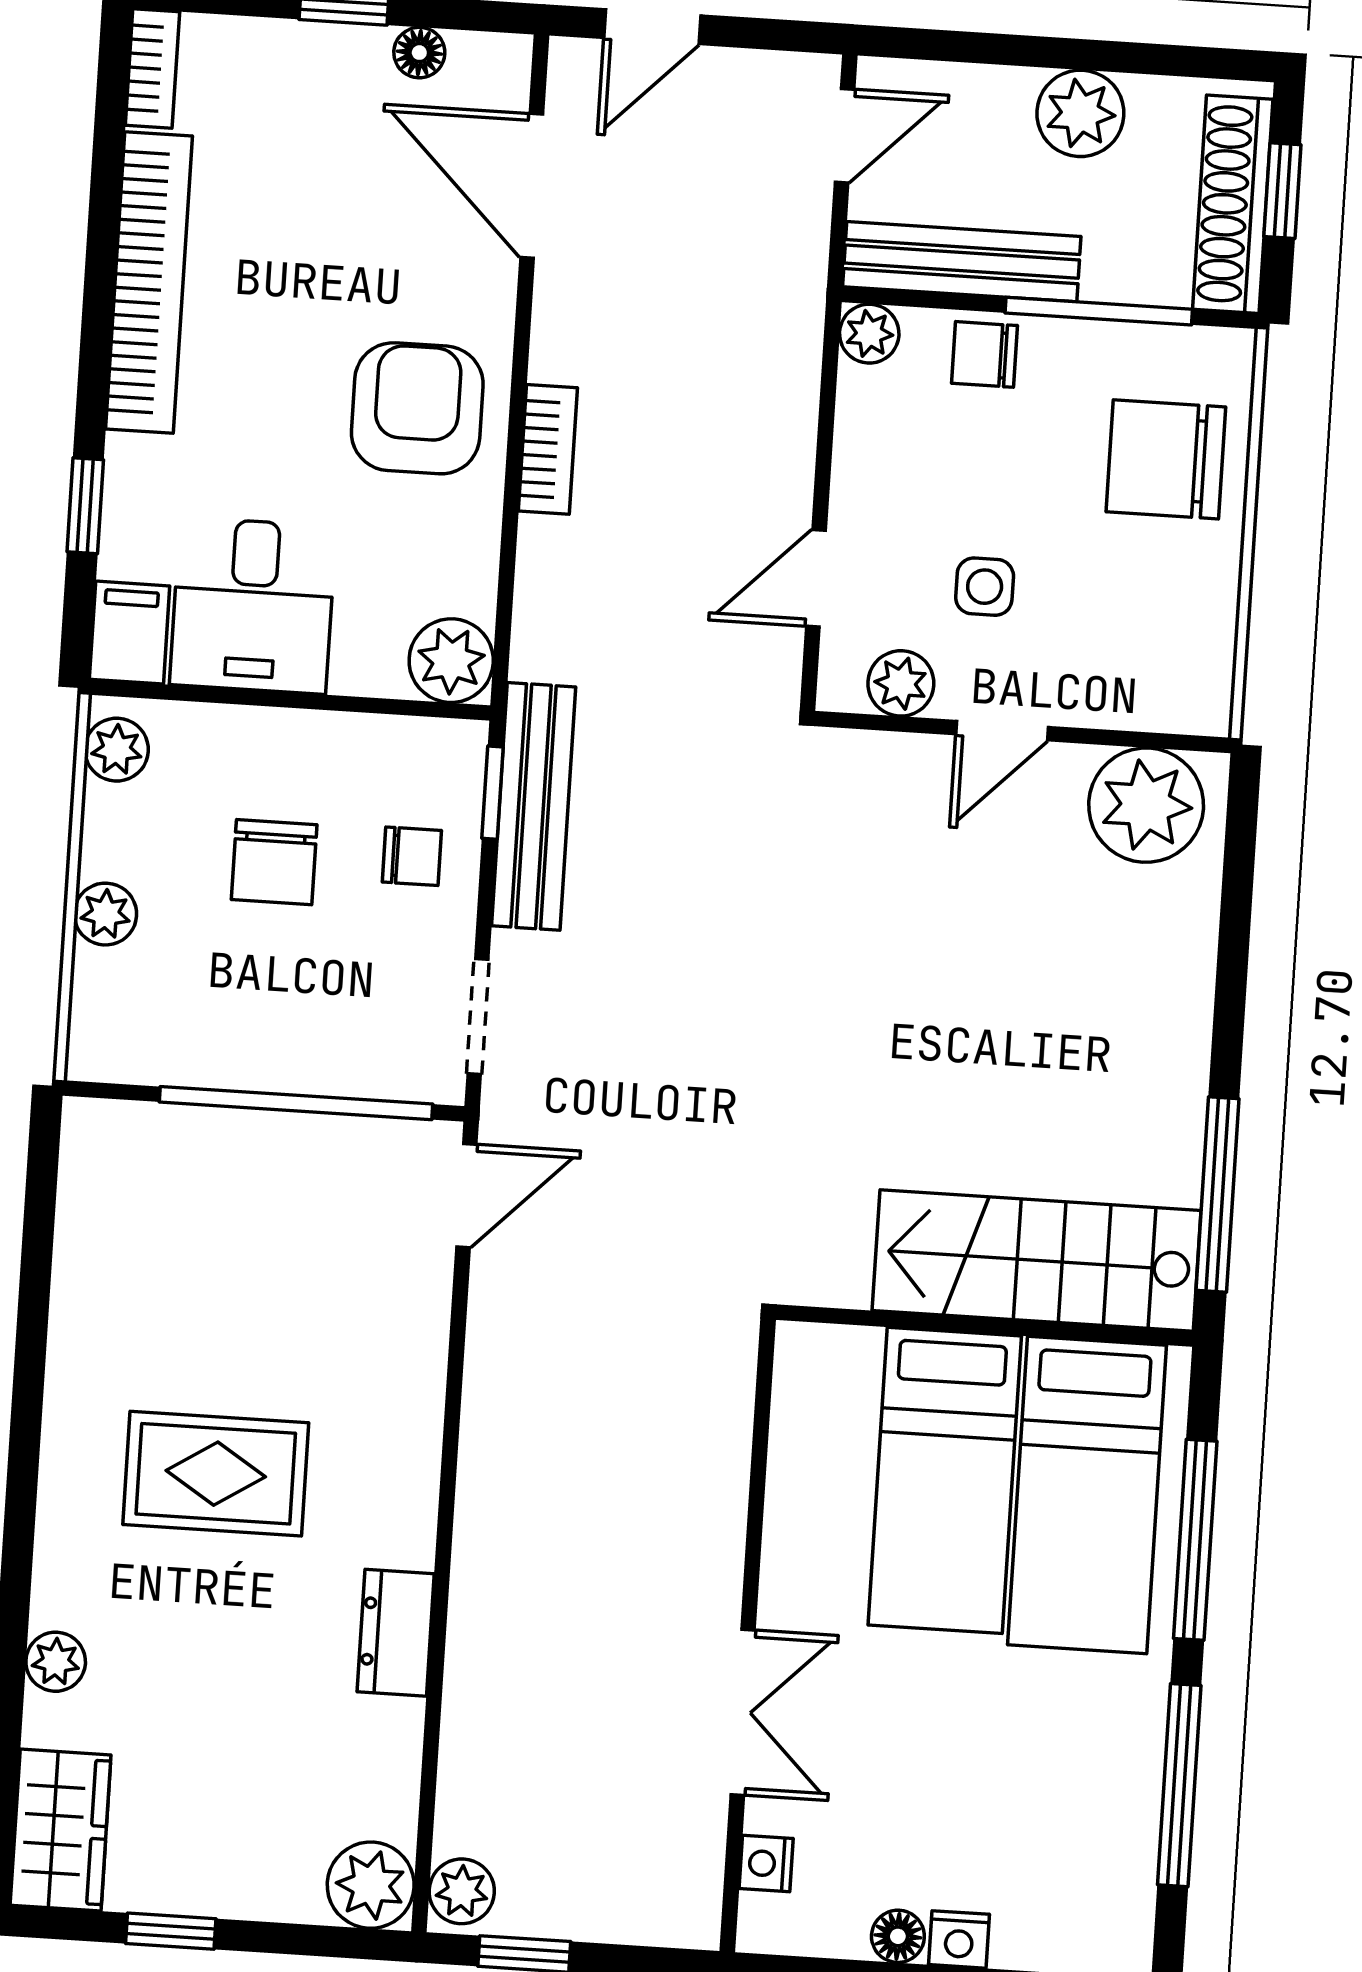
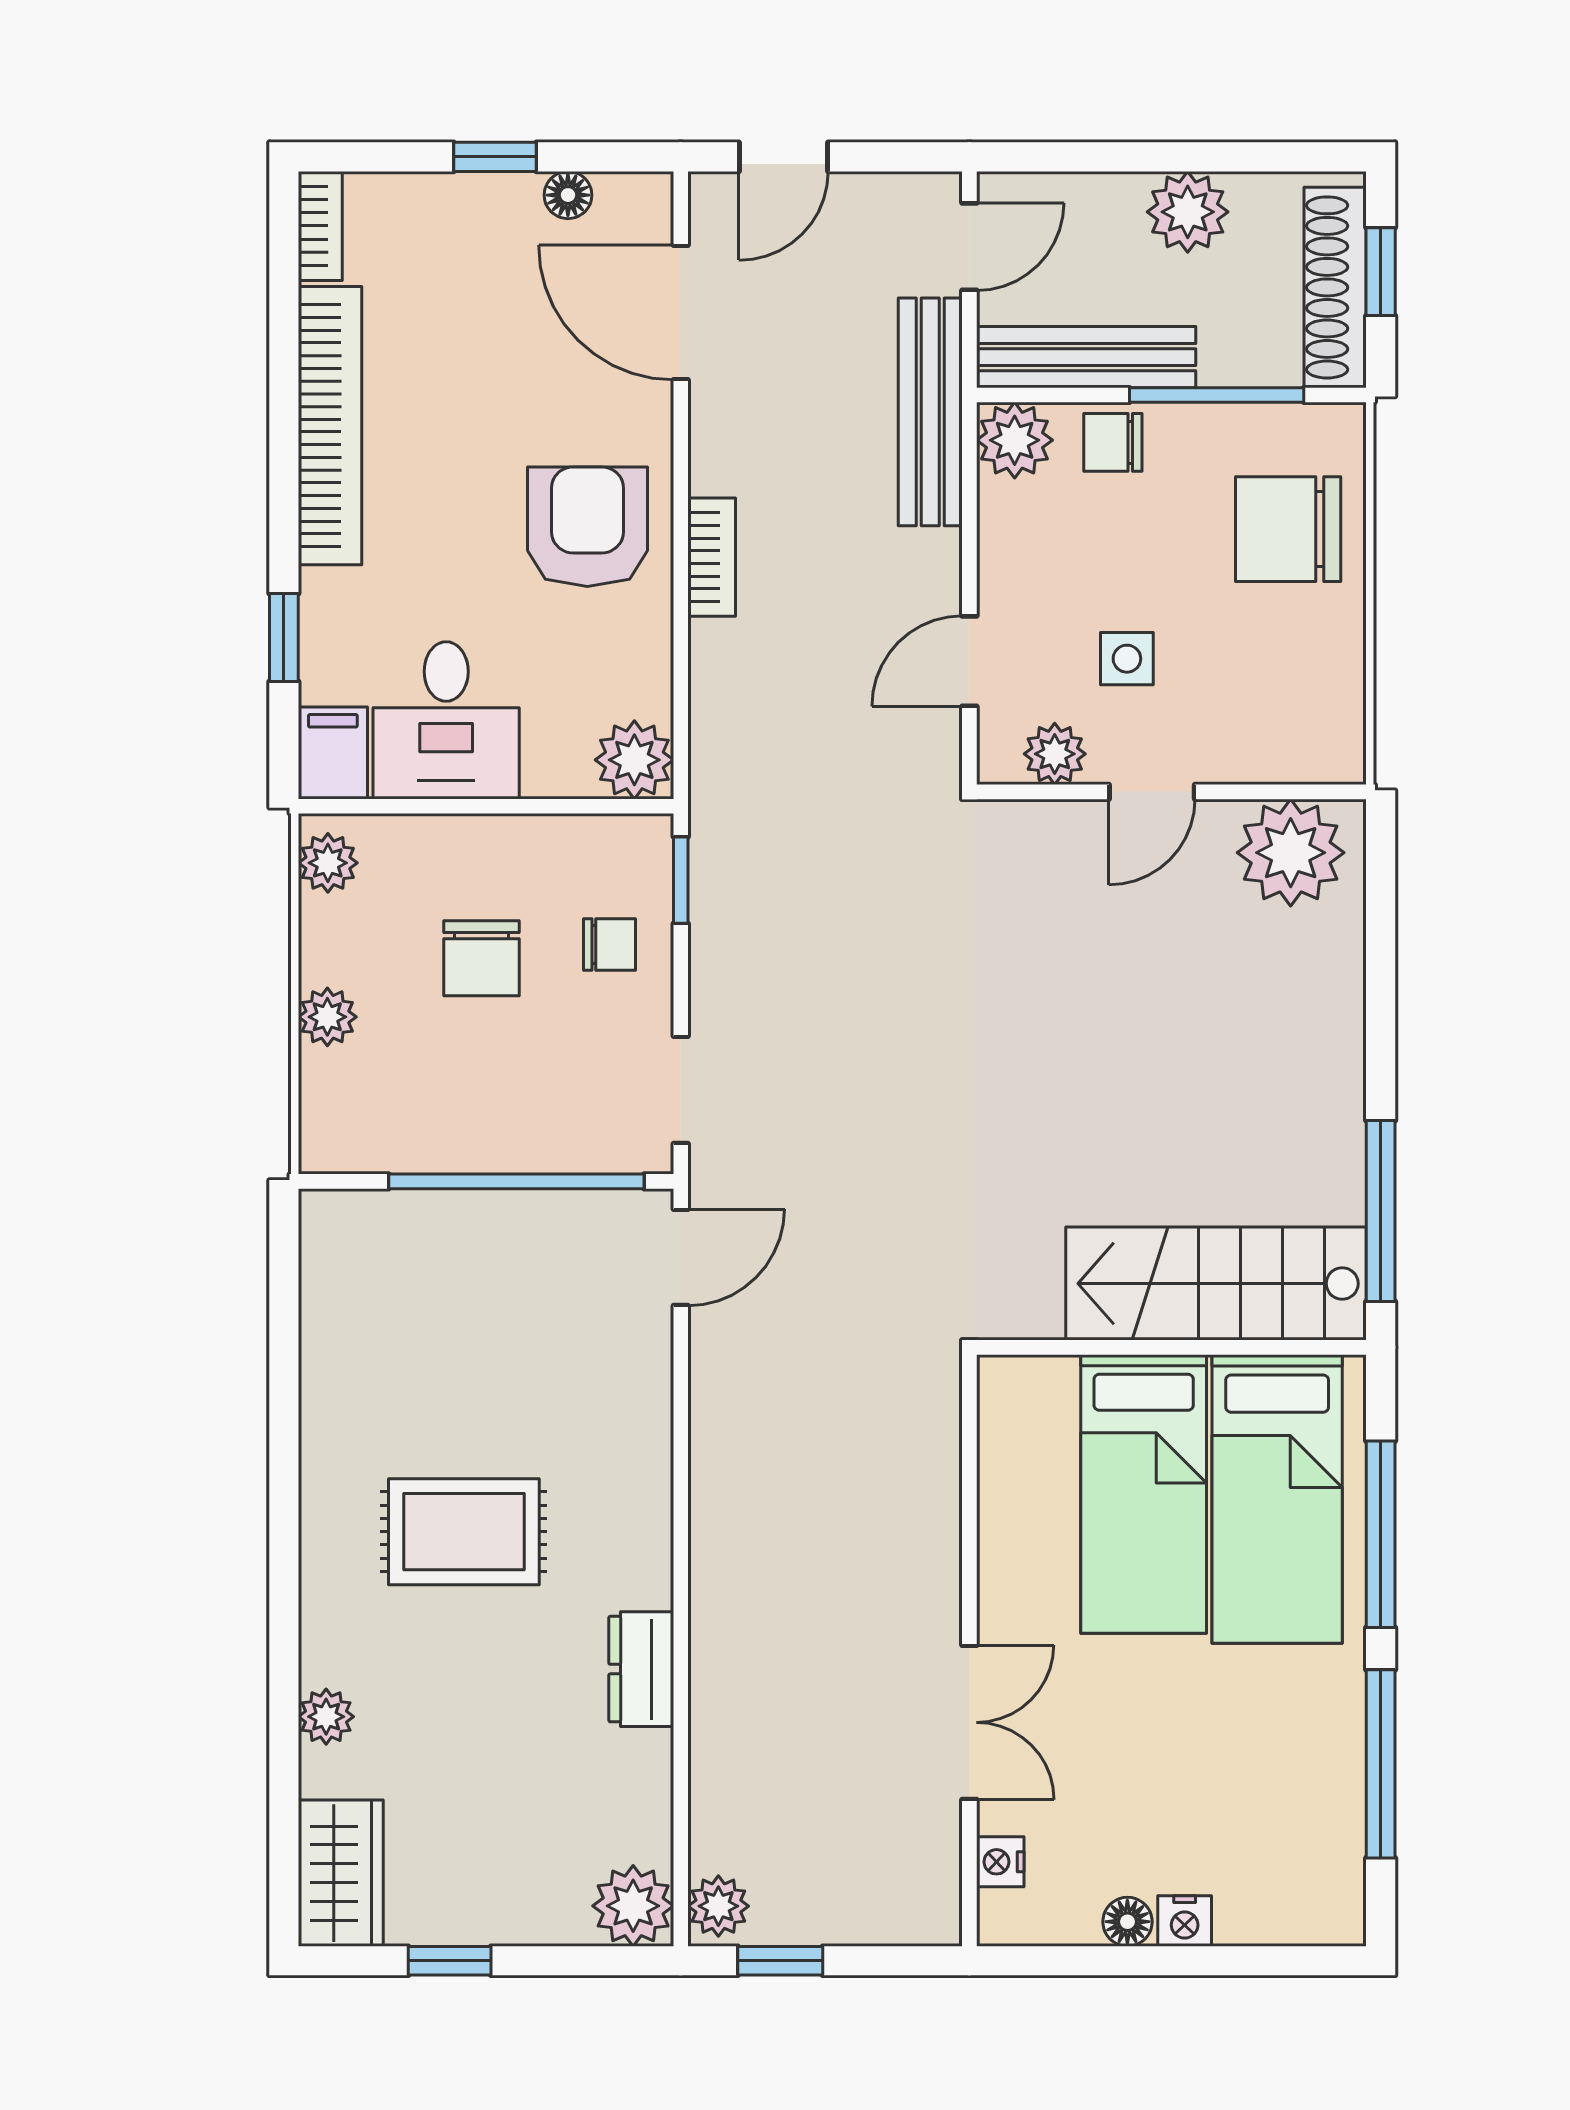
plant: (869, 334) -> (1015, 440), width x1.38, depth x1.38
bench: (534, 806) -> (930, 412), moved

